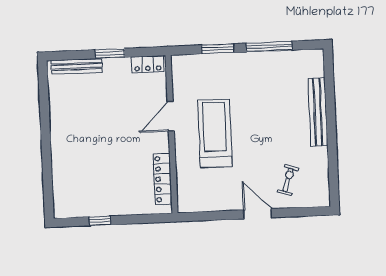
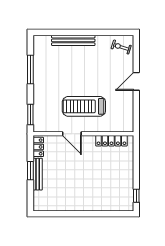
window: (218, 49) -> (30, 114), moved
bench: (77, 66) -> (38, 174), moved
exercise bike: (288, 180) -> (121, 47), moved
window: (100, 221) -> (136, 196), moved

